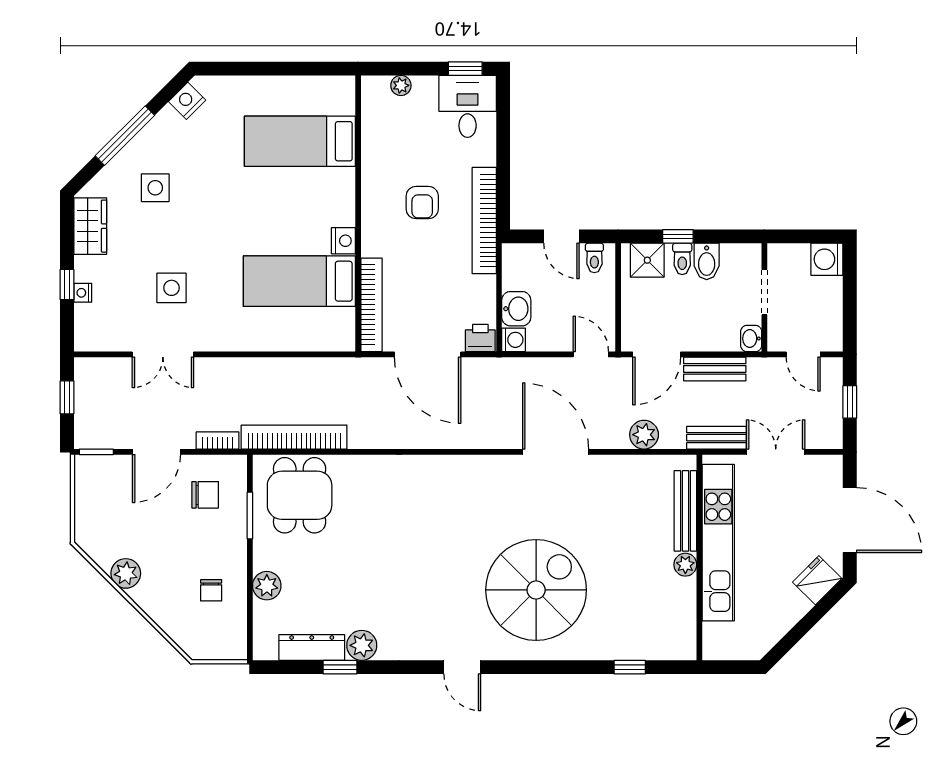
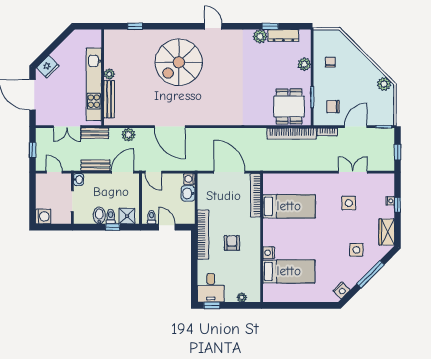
nightstand: (343, 241) -> (269, 253), moved
printer: (480, 338) -> (205, 180), removed
plant: (126, 573) -> (384, 84), moved

